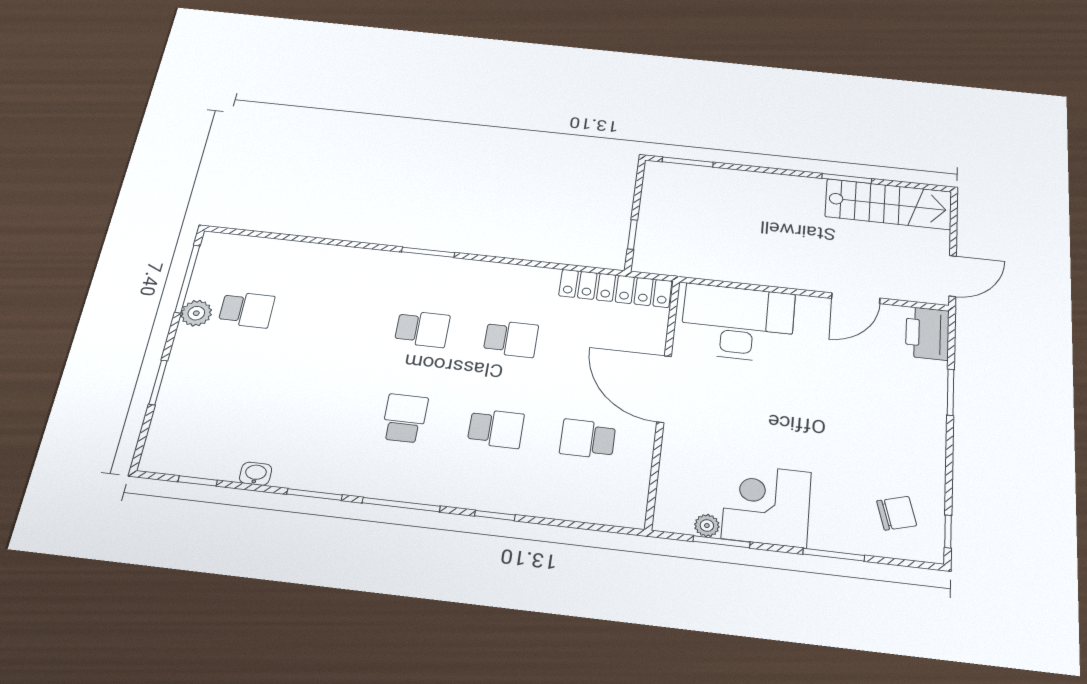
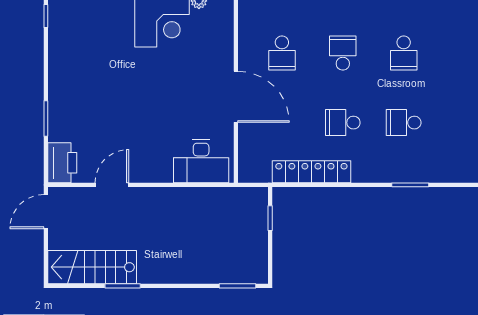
locker: (615, 288) -> (311, 172), moved
desk: (738, 323) -> (201, 161), width x0.73, depth x0.77
school desk: (496, 429) -> (343, 53), turned 90
school desk: (588, 439) -> (282, 53), turned 90
chair: (897, 513) -> (79, 25), removed

